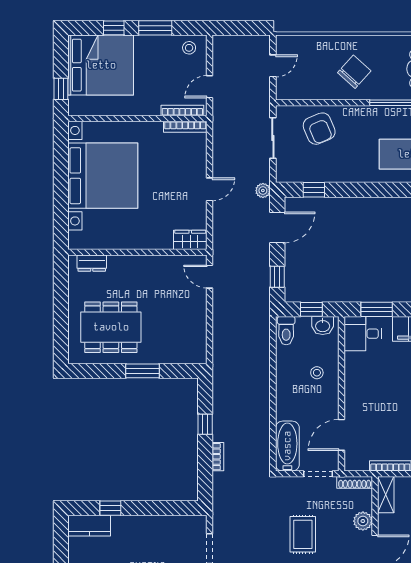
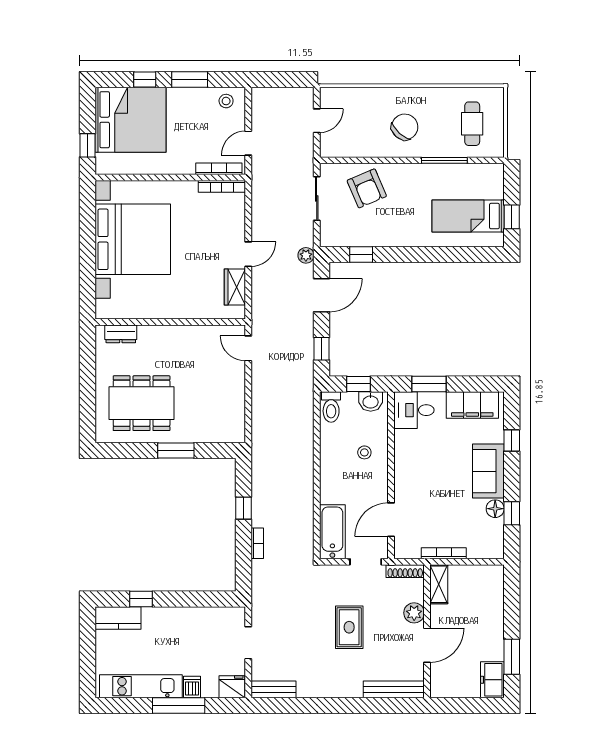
wardrobe: (190, 240) -> (235, 287), moved, turned -90

